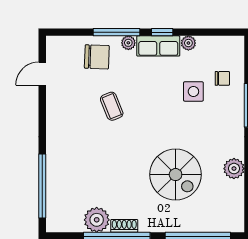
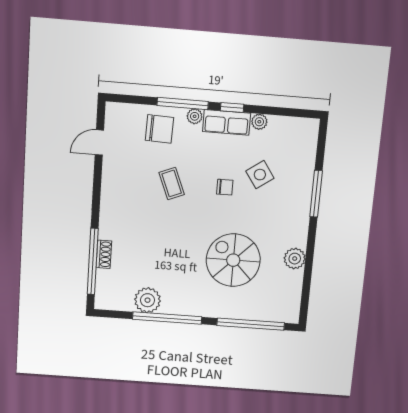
chair: (222, 78) -> (225, 187), moved
side table: (193, 91) -> (260, 175), turned -35
spiral stairs: (176, 175) -> (233, 260), turned 180
shoe rack: (124, 226) -> (104, 254), moved, turned 90

